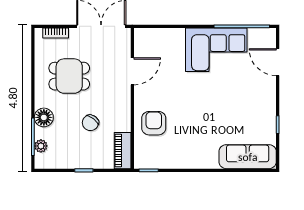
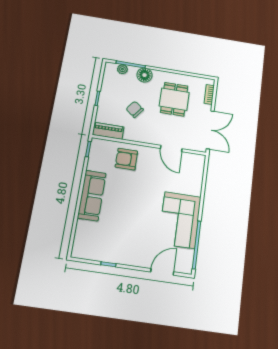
armchair: (154, 123) -> (126, 159), turned 180
sofa: (248, 157) -> (92, 195), moved

